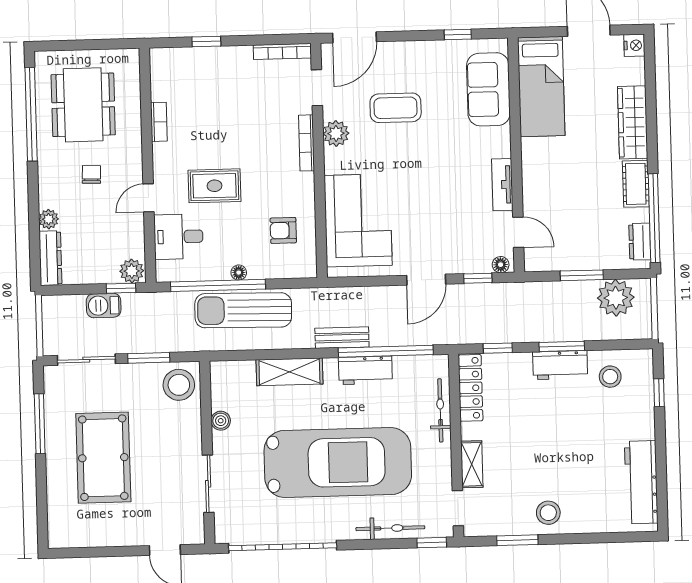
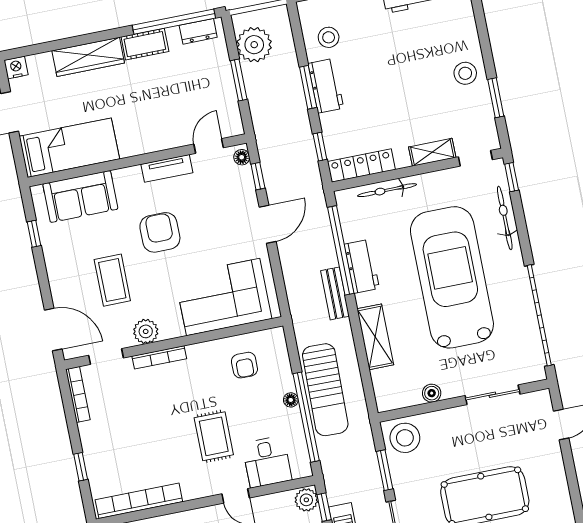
bookcase: (159, 122) -> (139, 501), width x2.31, depth x1.31
armchair: (437, 166) -> (160, 232), added
door: (426, 280) -> (268, 224), hinge flipped

